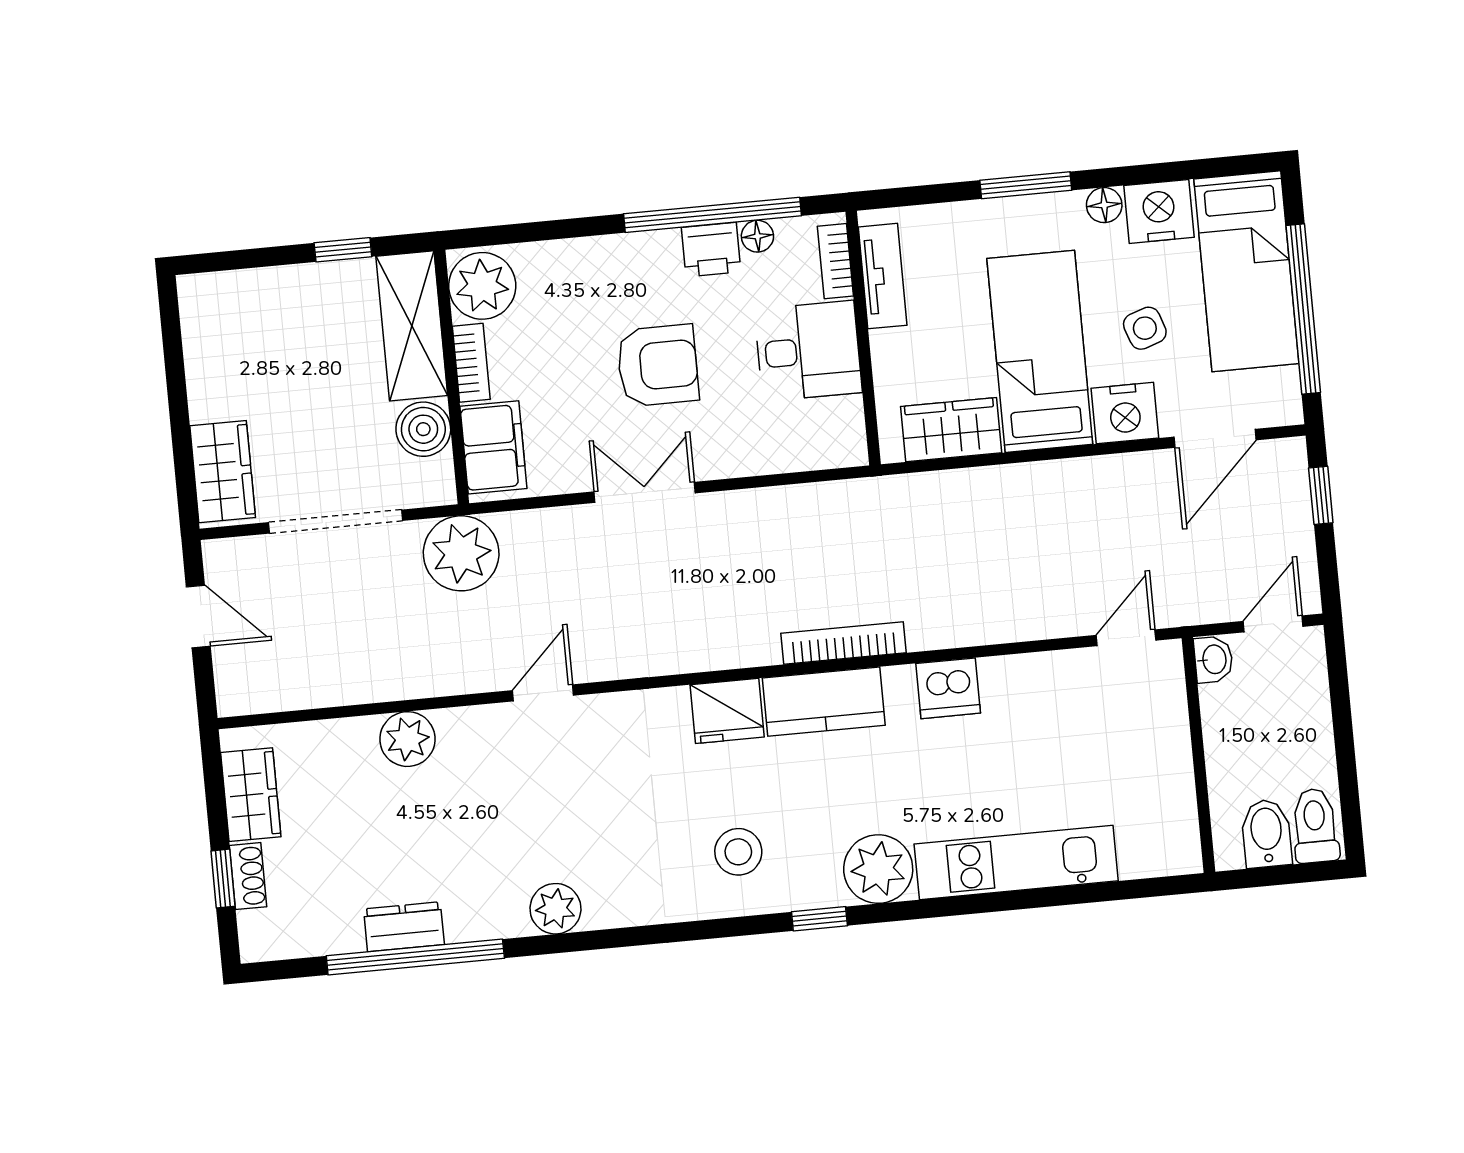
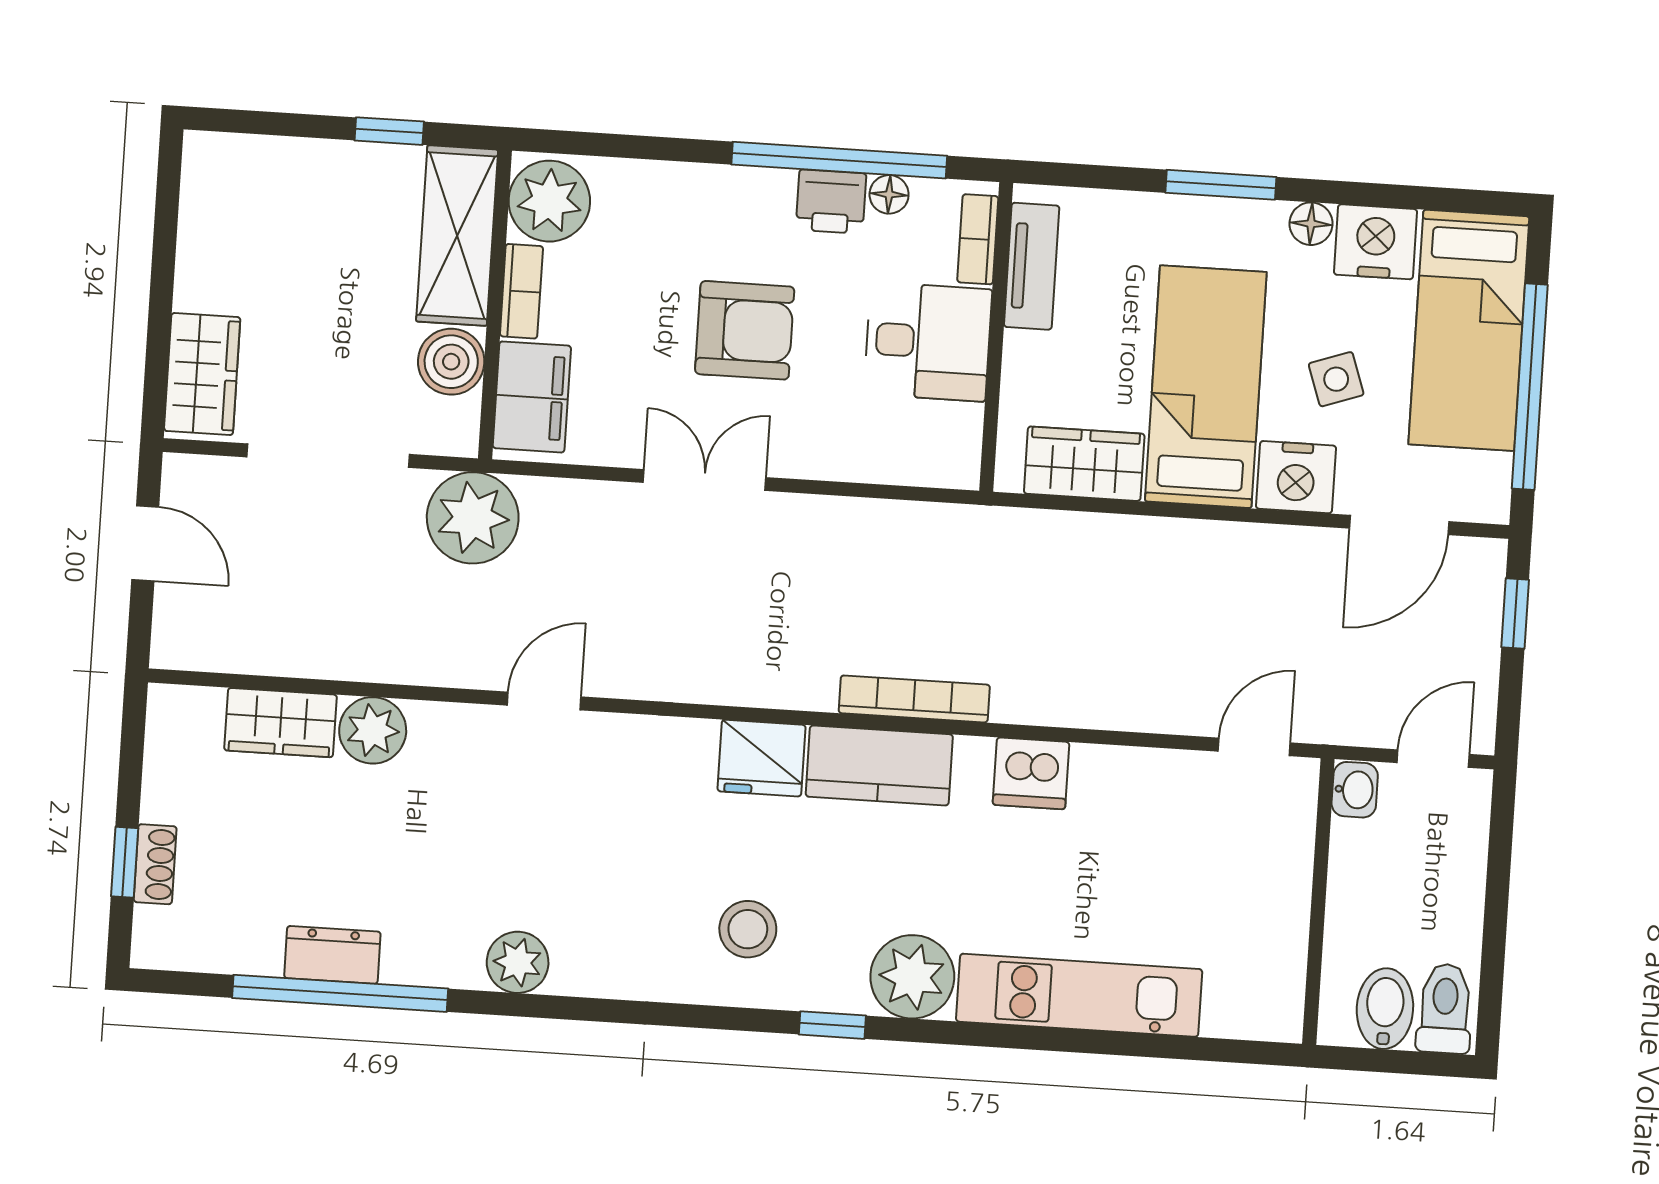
wardrobe: (251, 795) -> (281, 723), moved, turned 90

